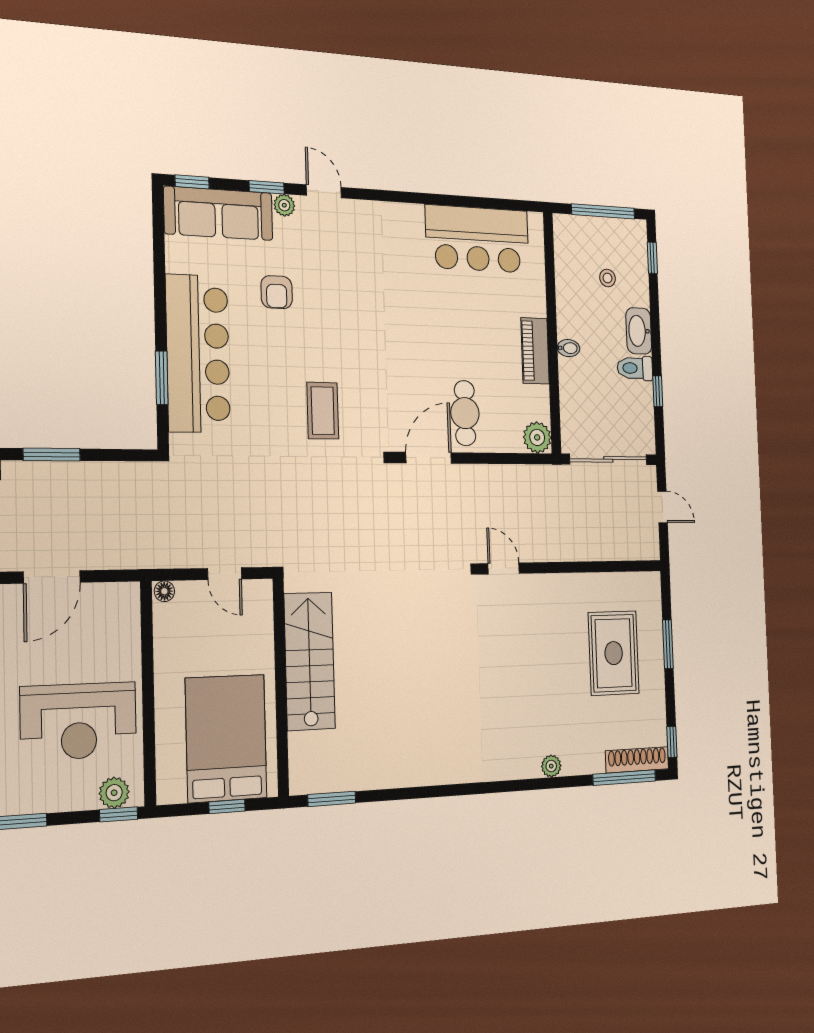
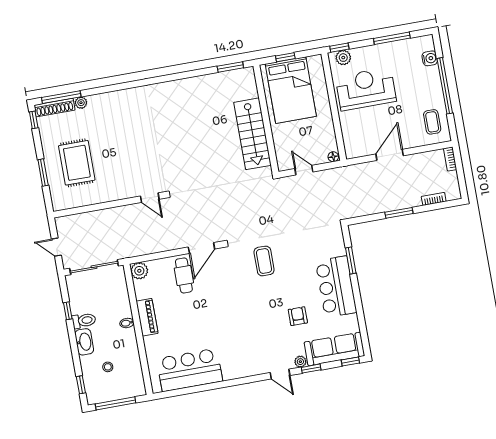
bar counter: (198, 354) -> (336, 287), width x0.73
plant: (551, 766) -> (81, 103), moved

